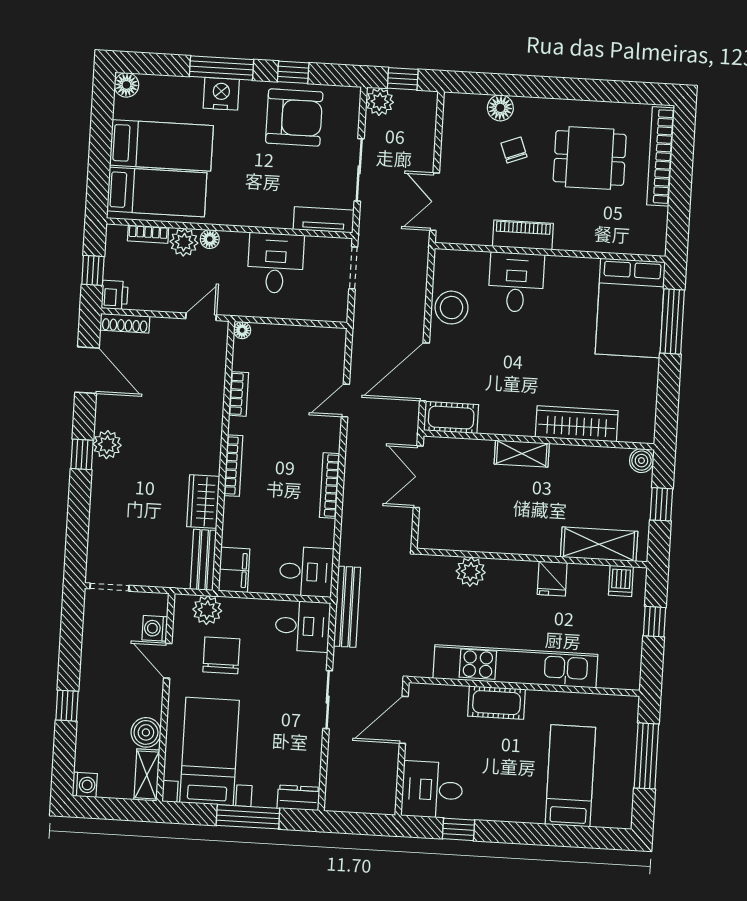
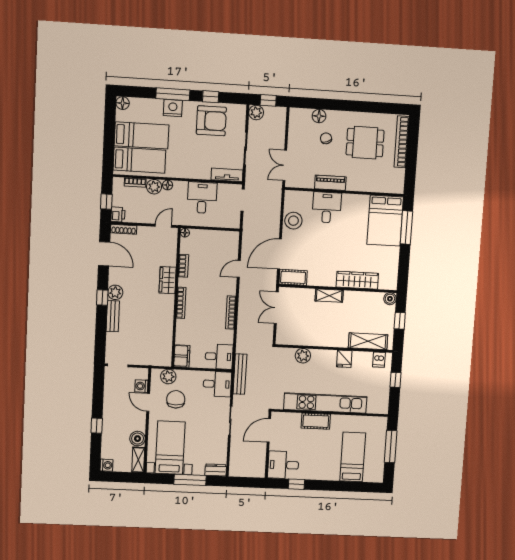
wardrobe: (203, 502) -> (168, 280), moved
bench: (203, 560) -> (113, 316), moved

